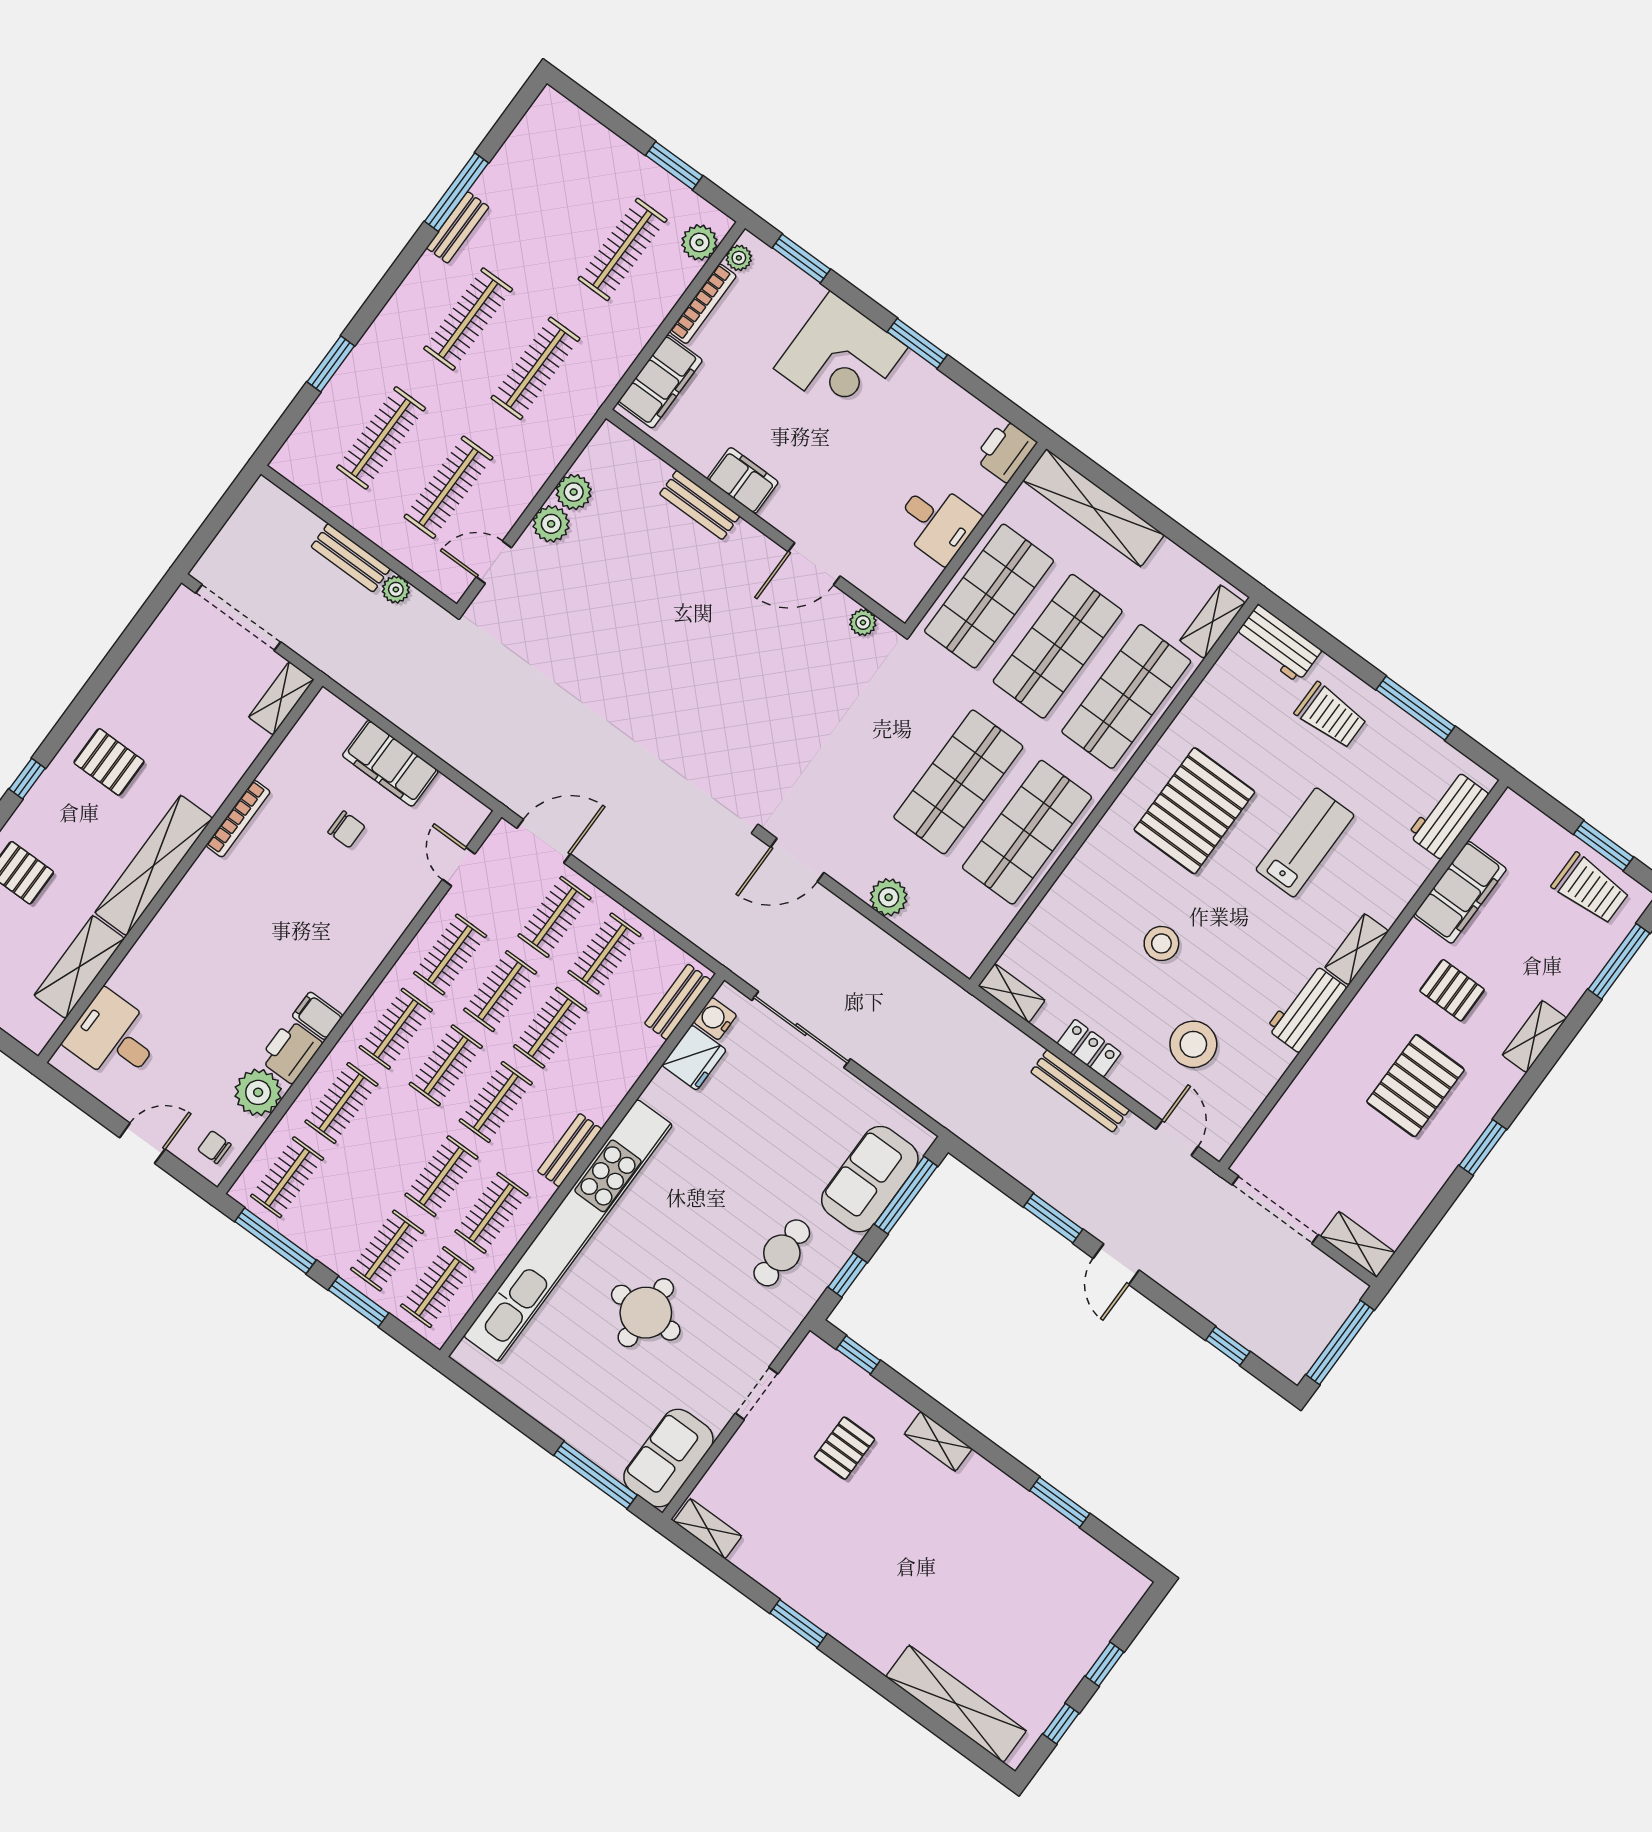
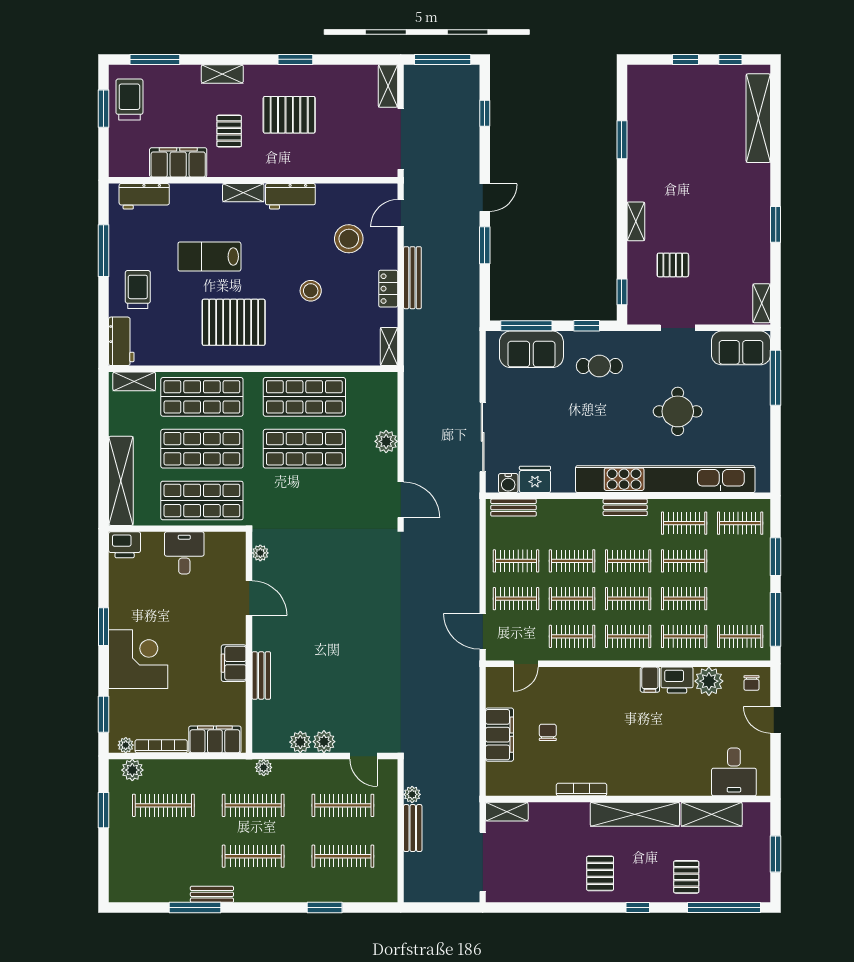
plant: (576, 419) -> (264, 767), added
clothes rail: (387, 1250) -> (684, 599), moved

